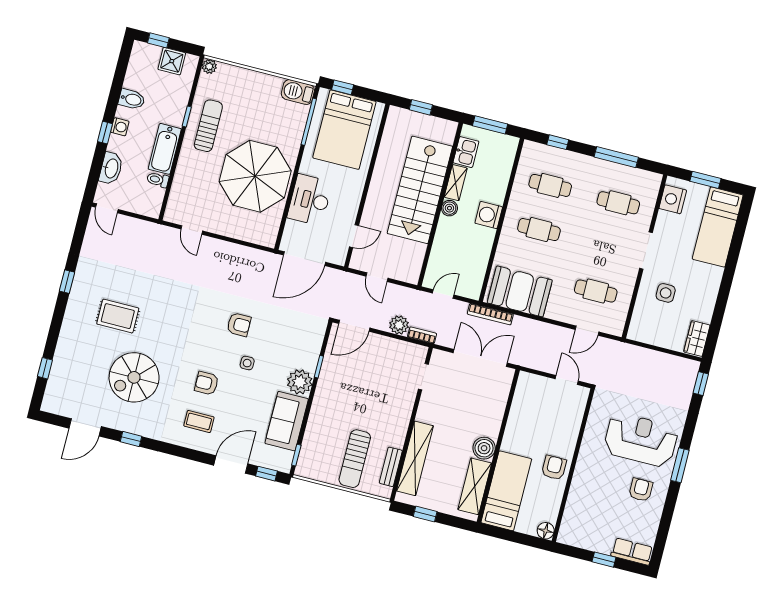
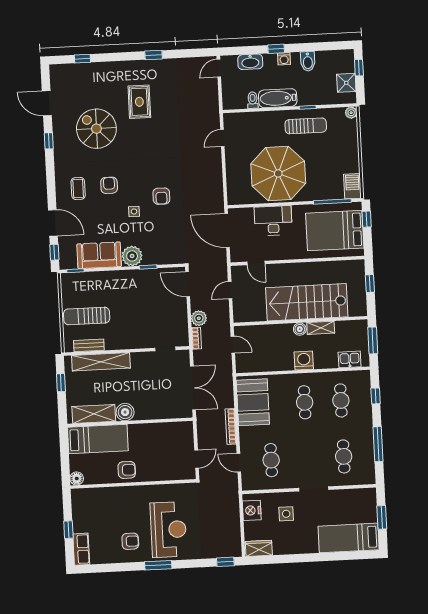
kitchen sink: (466, 152) -> (350, 359), moved, turned 180
nightstand: (673, 199) -> (252, 510), moved, turned -90
bookcase: (490, 314) -> (231, 426), moved

